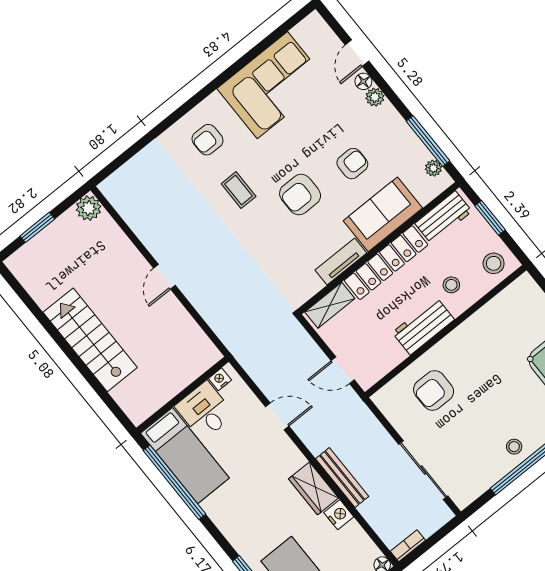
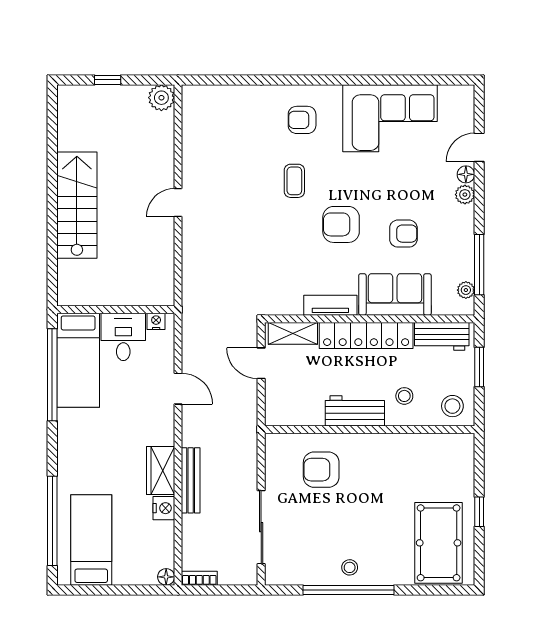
window: (37, 227) -> (108, 80), width x0.67
door: (343, 370) -> (261, 363), moved

